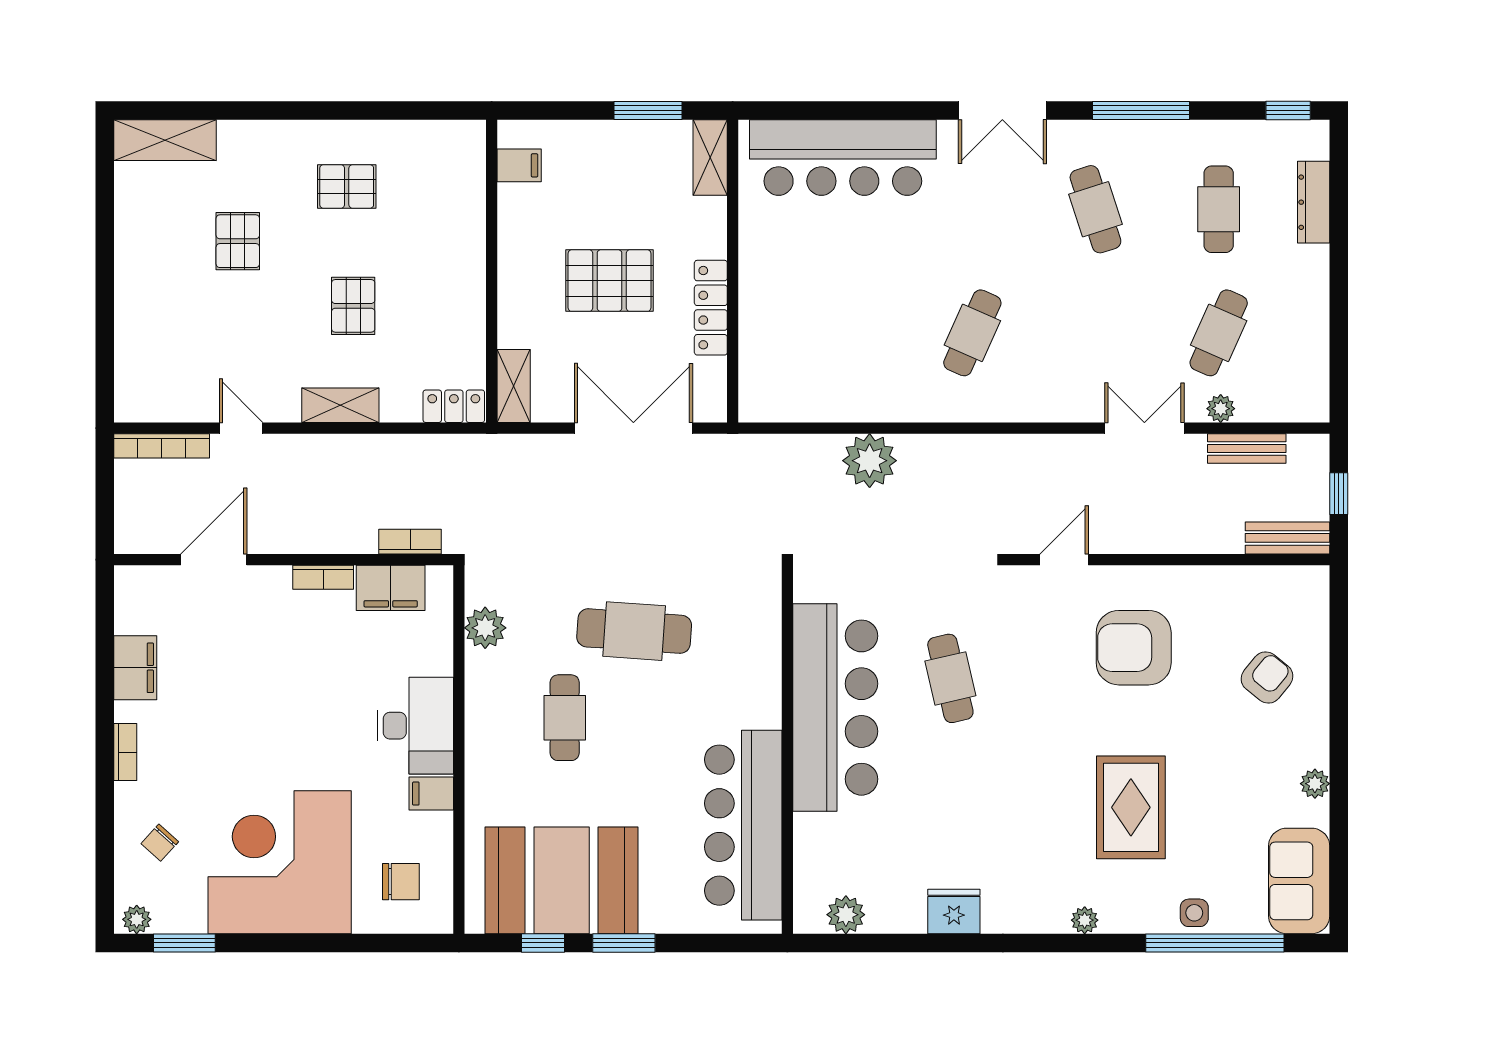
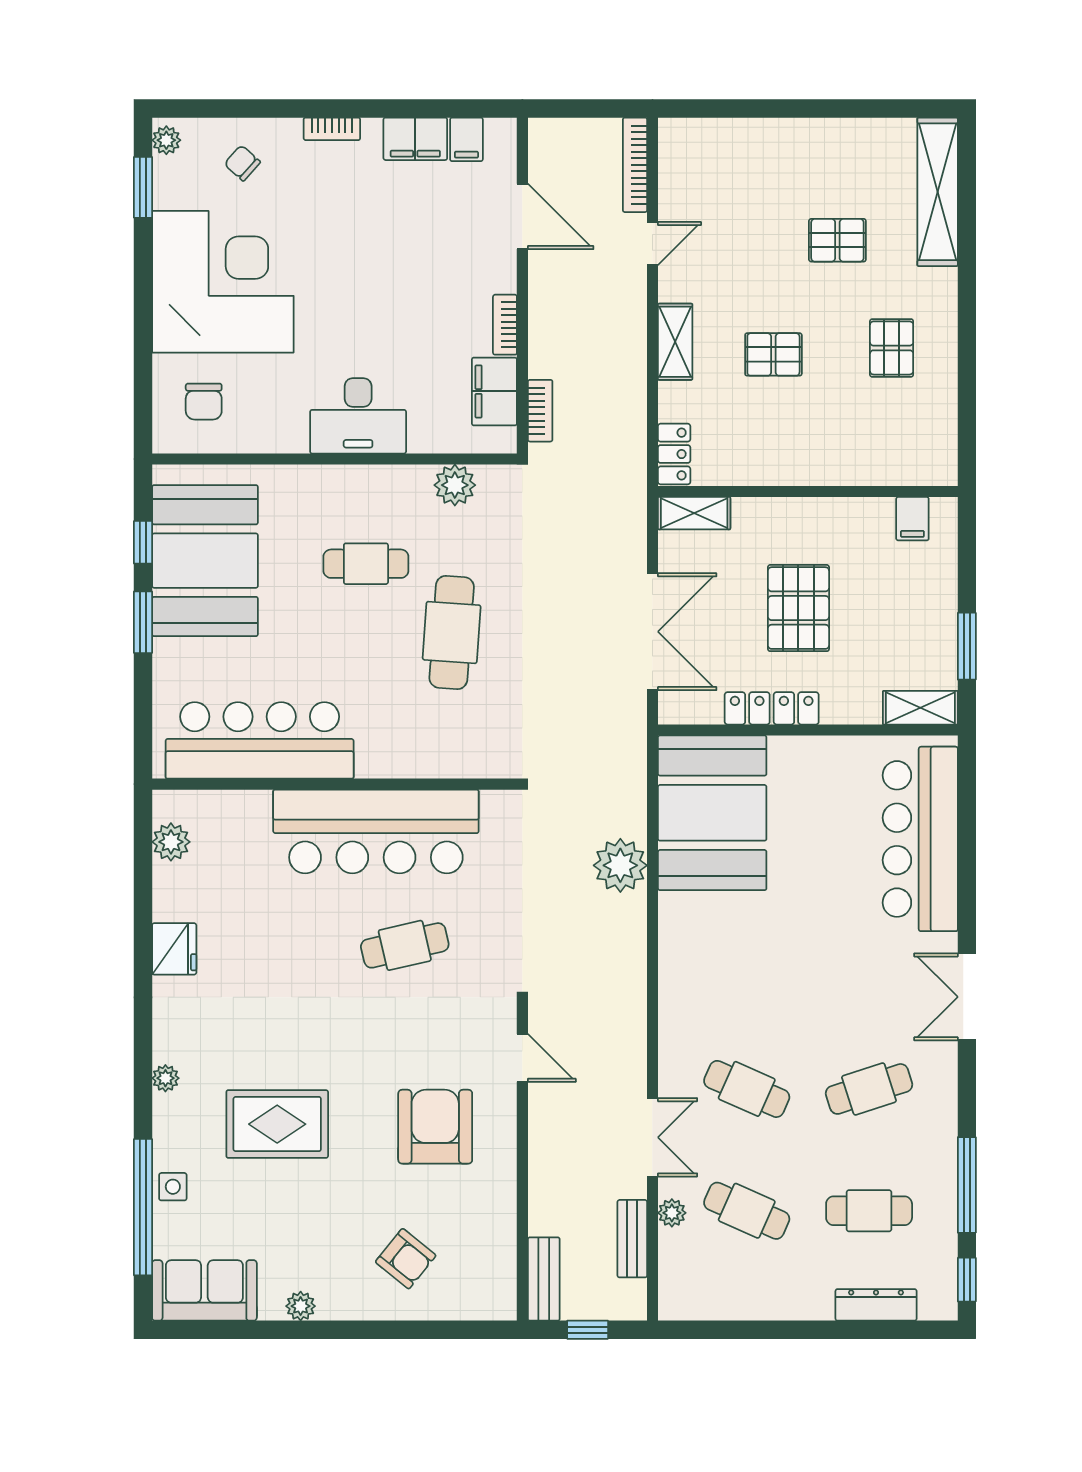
window: (1141, 110) -> (967, 1185), moved
shelving: (165, 140) -> (938, 192), width x1.47
cafe table: (972, 333) -> (747, 1089), moved
booth: (816, 368) -> (712, 813), added
filing cabinet: (431, 794) -> (466, 139), moved, turned 180

